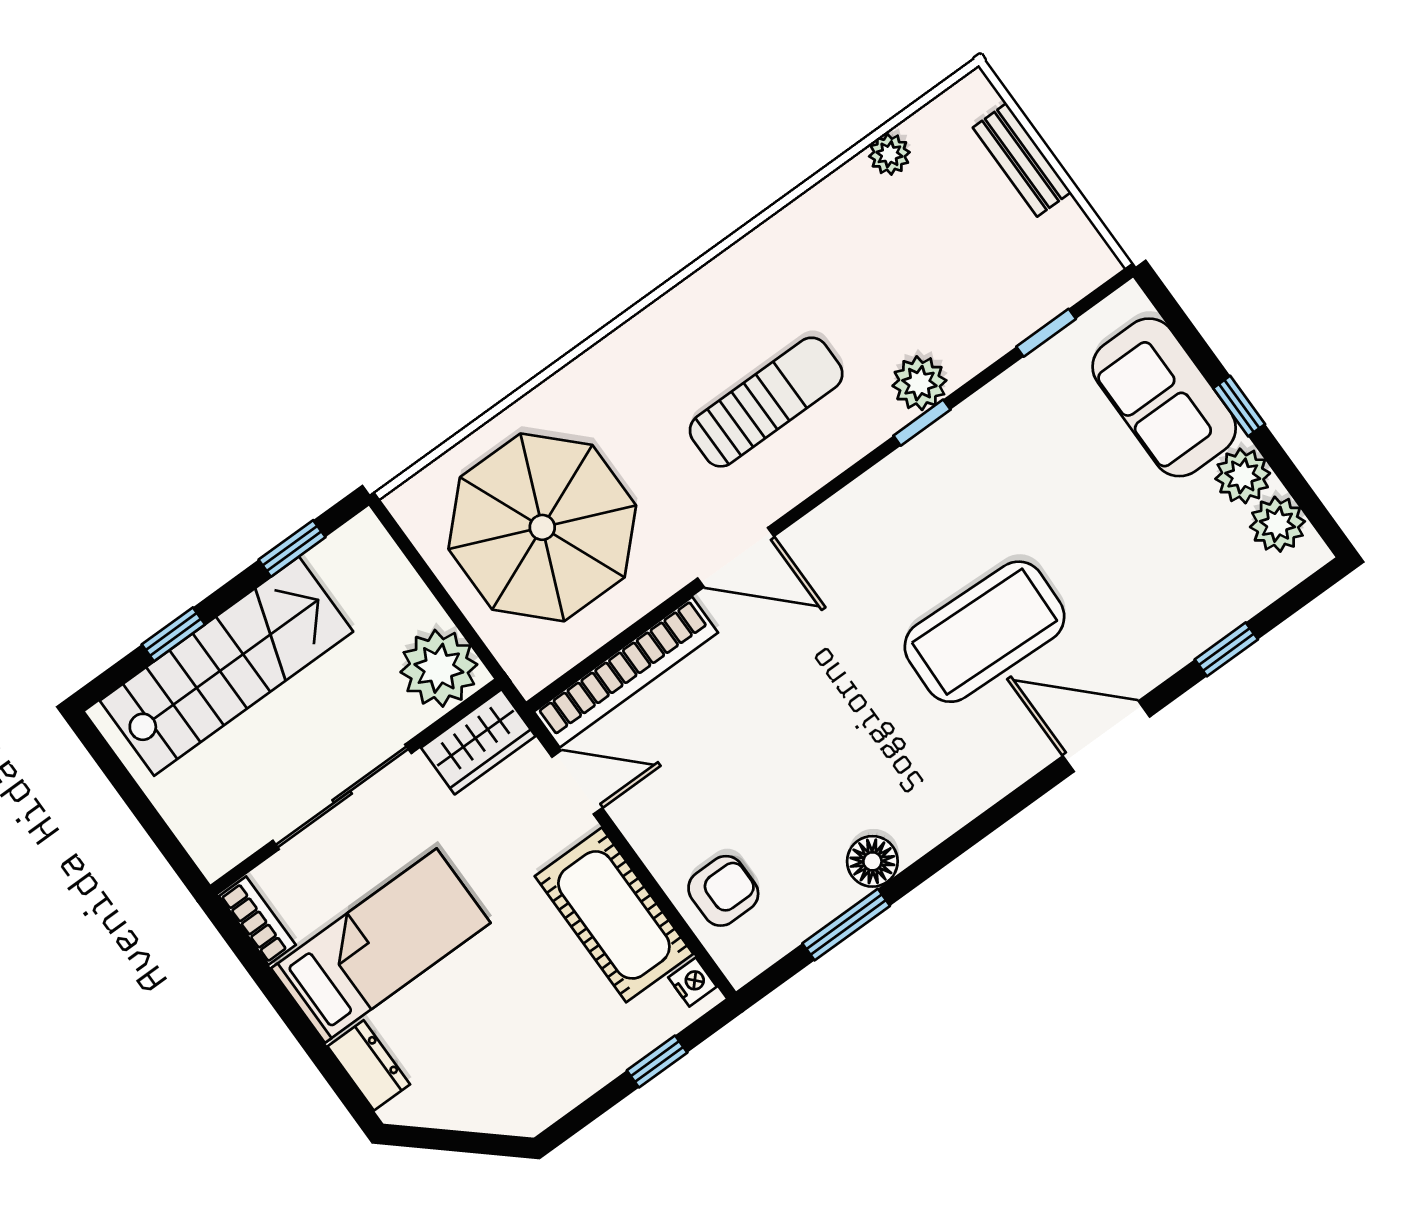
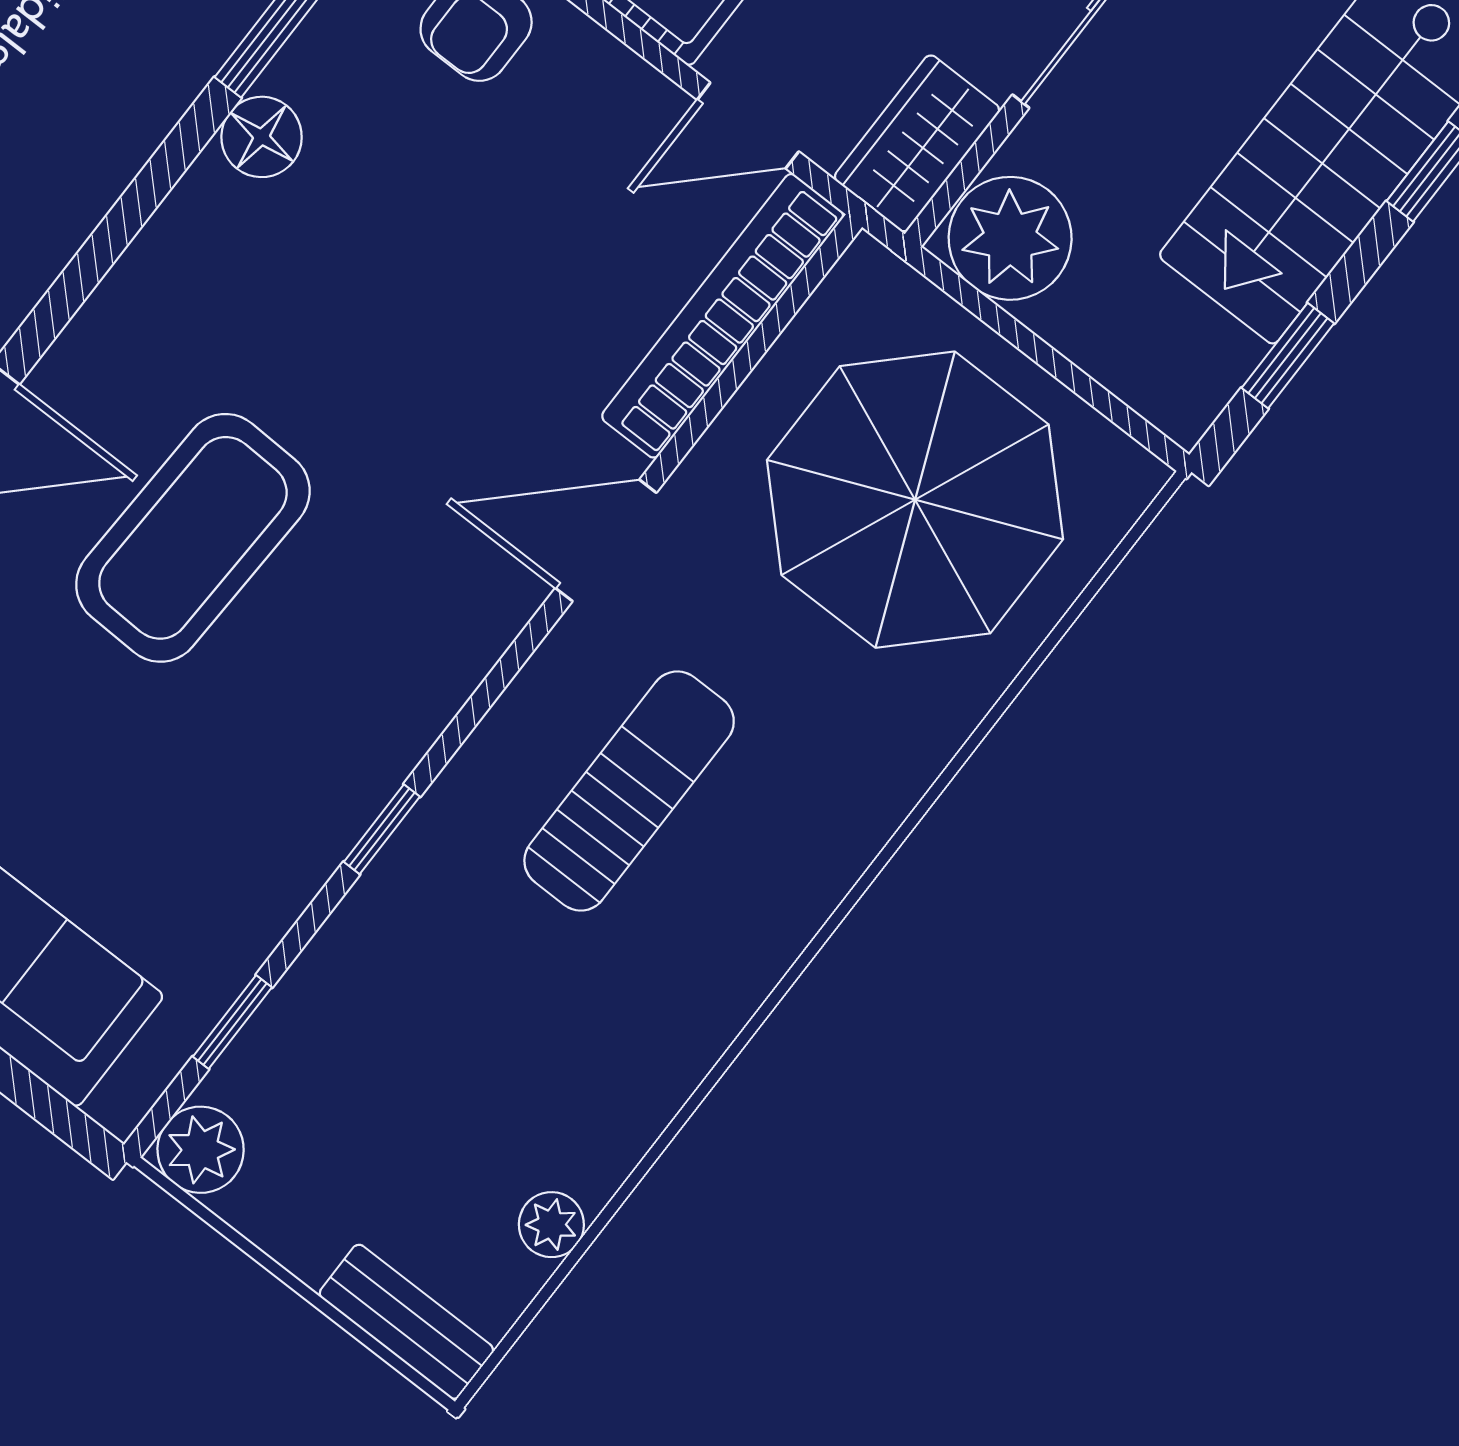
bench: (1022, 160) -> (406, 1322), moved
plant: (919, 383) -> (201, 1150), moved
sun lounger: (766, 402) -> (629, 791), turned 180

